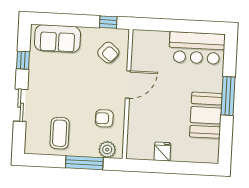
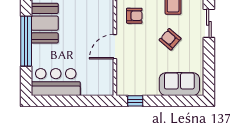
armchair: (108, 53) -> (170, 39), moved
window: (23, 60) -> (209, 63), removed
window: (228, 96) -> (26, 41), width x1.46

